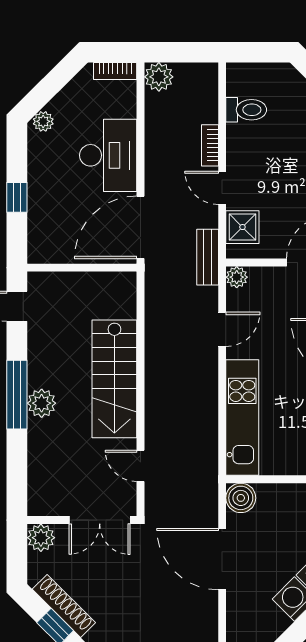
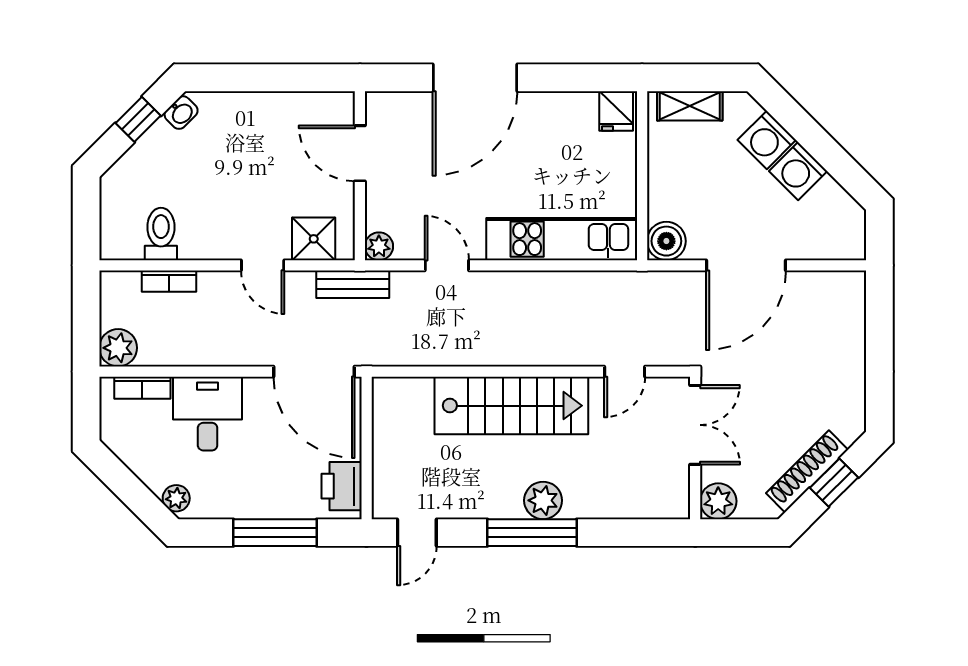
bookcase: (115, 71) -> (142, 388), moved, turned 90
bookcase: (210, 145) -> (169, 281), moved
desk: (108, 155) -> (208, 414), width x0.73
door: (222, 188) -> (263, 265), hinge flipped
window: (17, 197) -> (275, 533), width x2.17
printer: (53, 248) -> (342, 486), added

